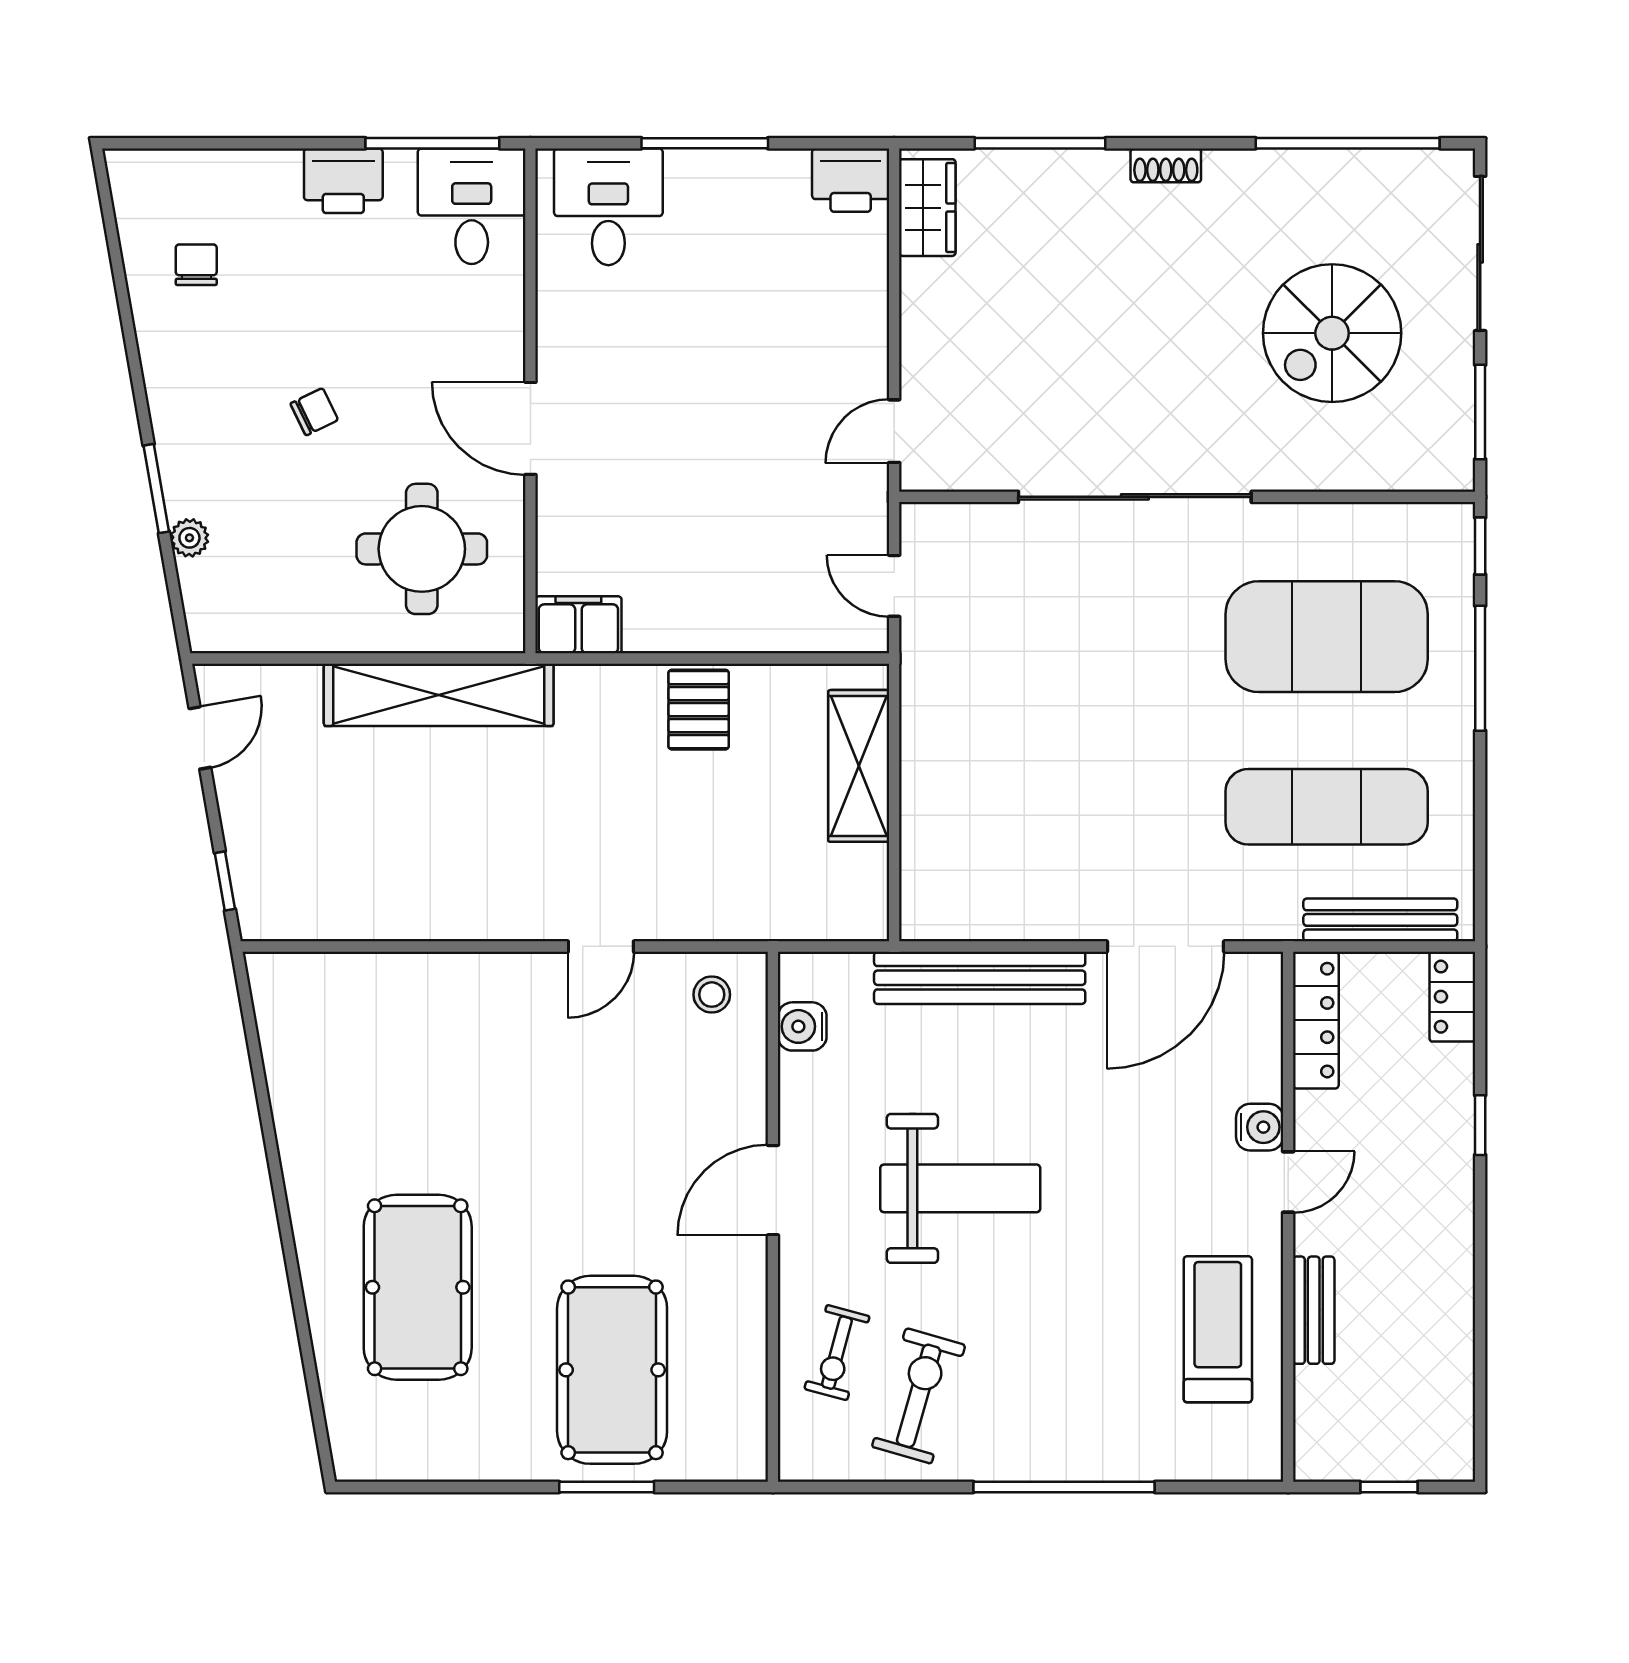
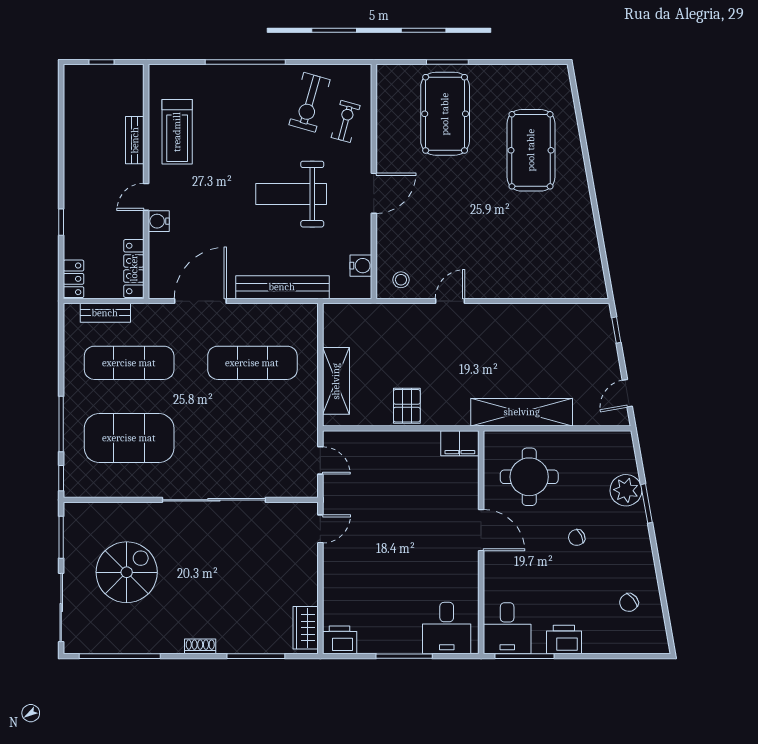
chair: (196, 265) -> (629, 602), turned 50
plant: (189, 538) -> (626, 490), width x1.88, depth x1.88
exercise mat: (1048, 807) -> (252, 363), added
bench: (1380, 920) -> (105, 313), width x0.73

